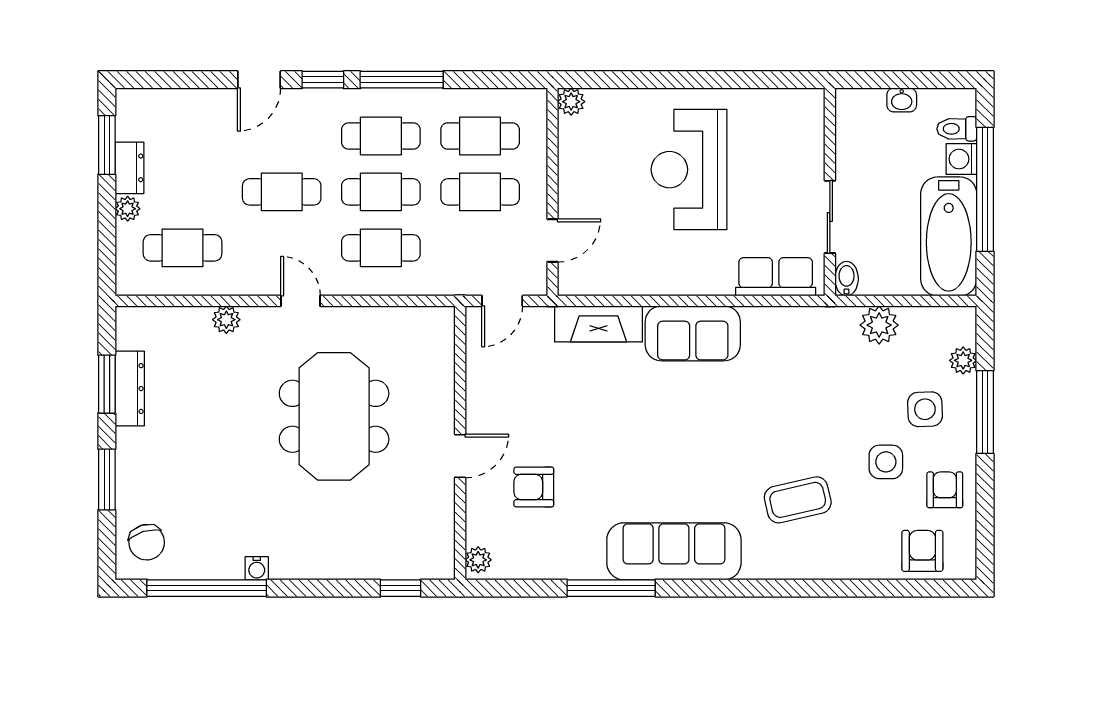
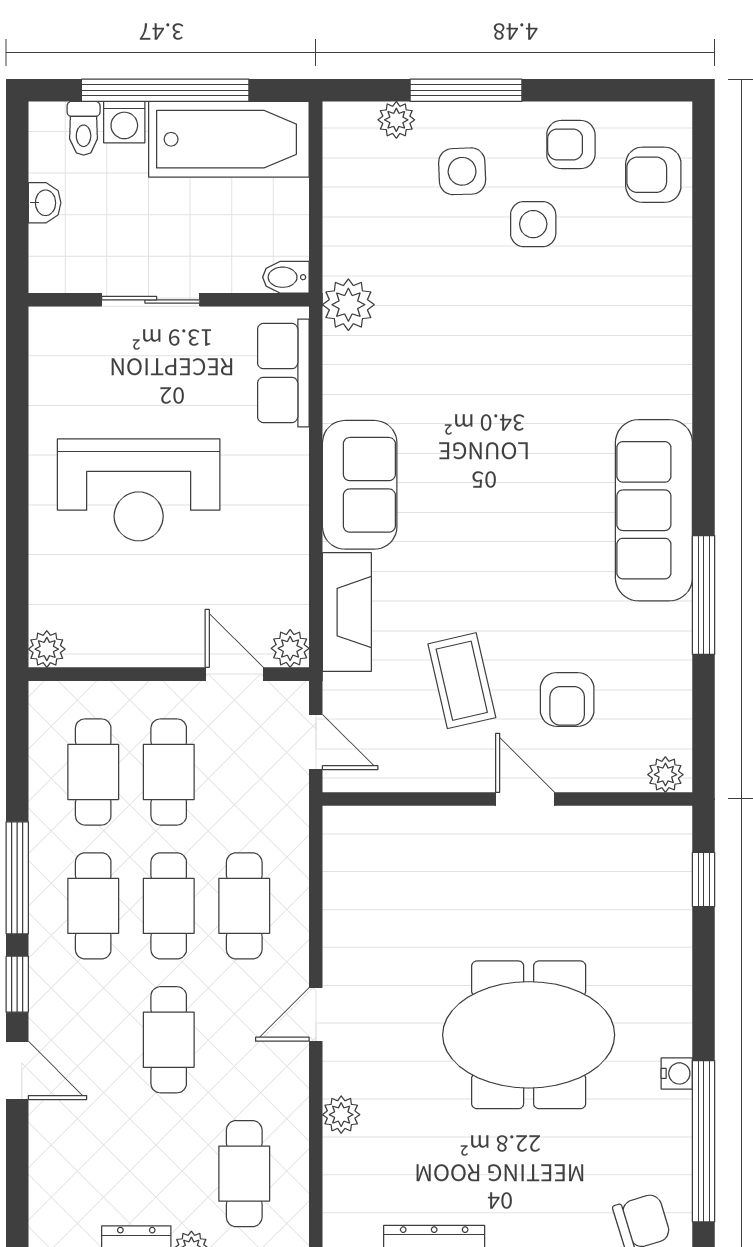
sliding door: (830, 217) -> (151, 300), moved
plant: (572, 282) -> (290, 648), added
plant: (879, 325) -> (348, 305), moved
meeting table: (334, 416) -> (529, 1035), moved
coffee table: (798, 500) -> (462, 681), moved

